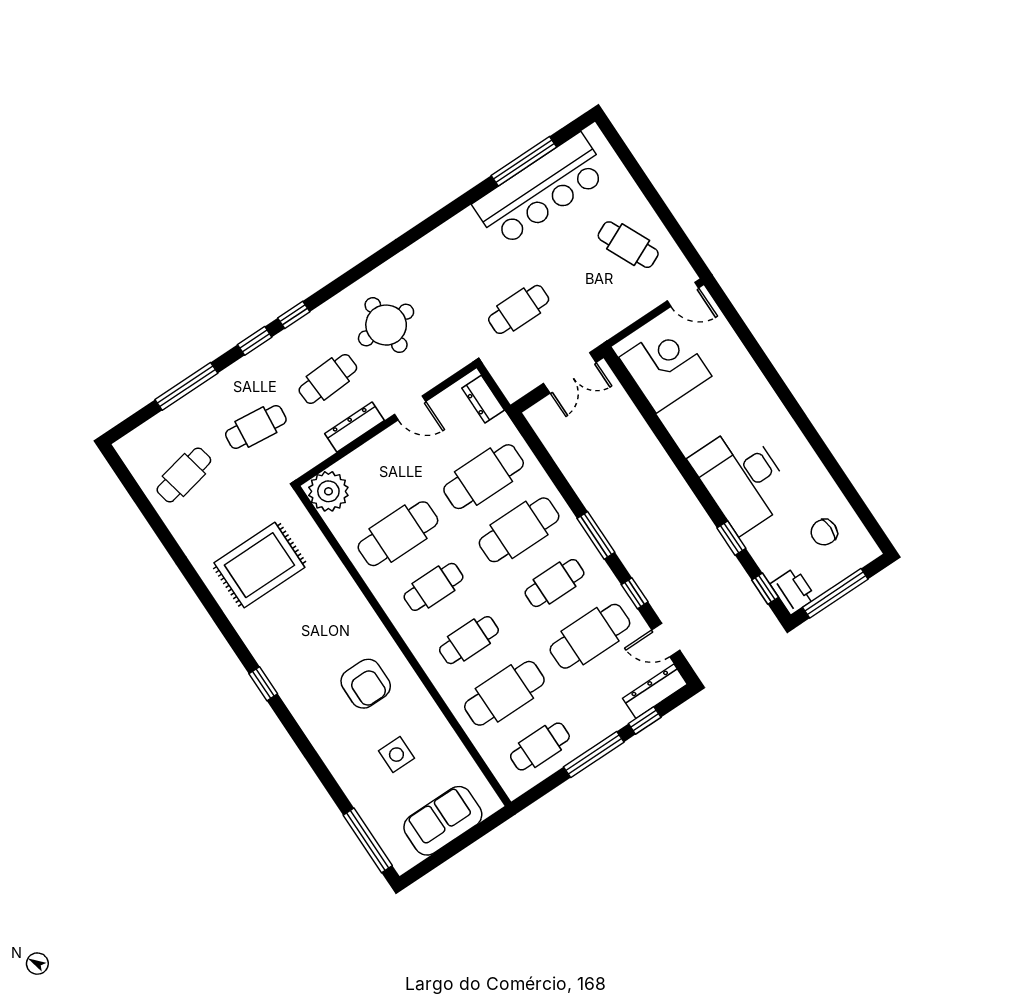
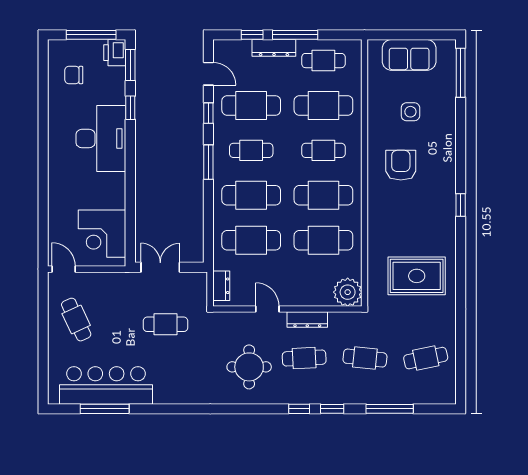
chair: (824, 532) -> (74, 75), turned 180
cafe table: (433, 587) -> (323, 195), width x1.37, depth x1.35
window: (765, 589) -> (130, 65), width x1.50
dresser: (655, 691) -> (274, 48), moved

